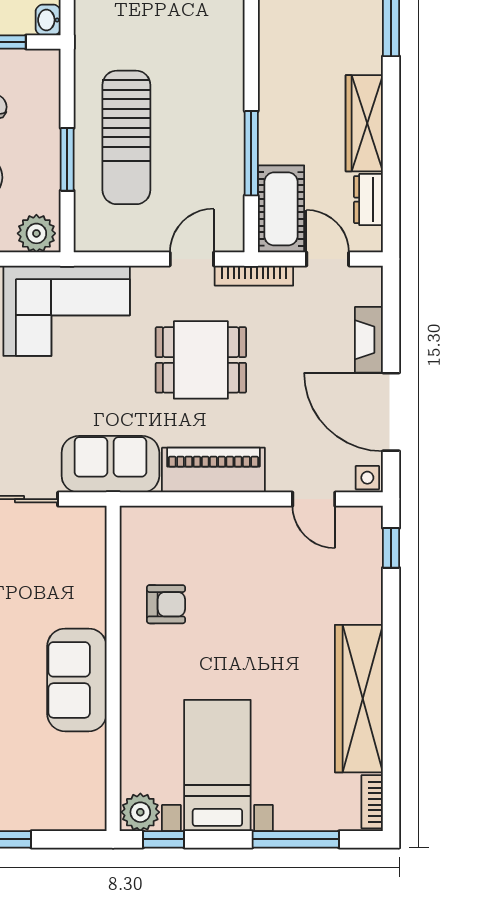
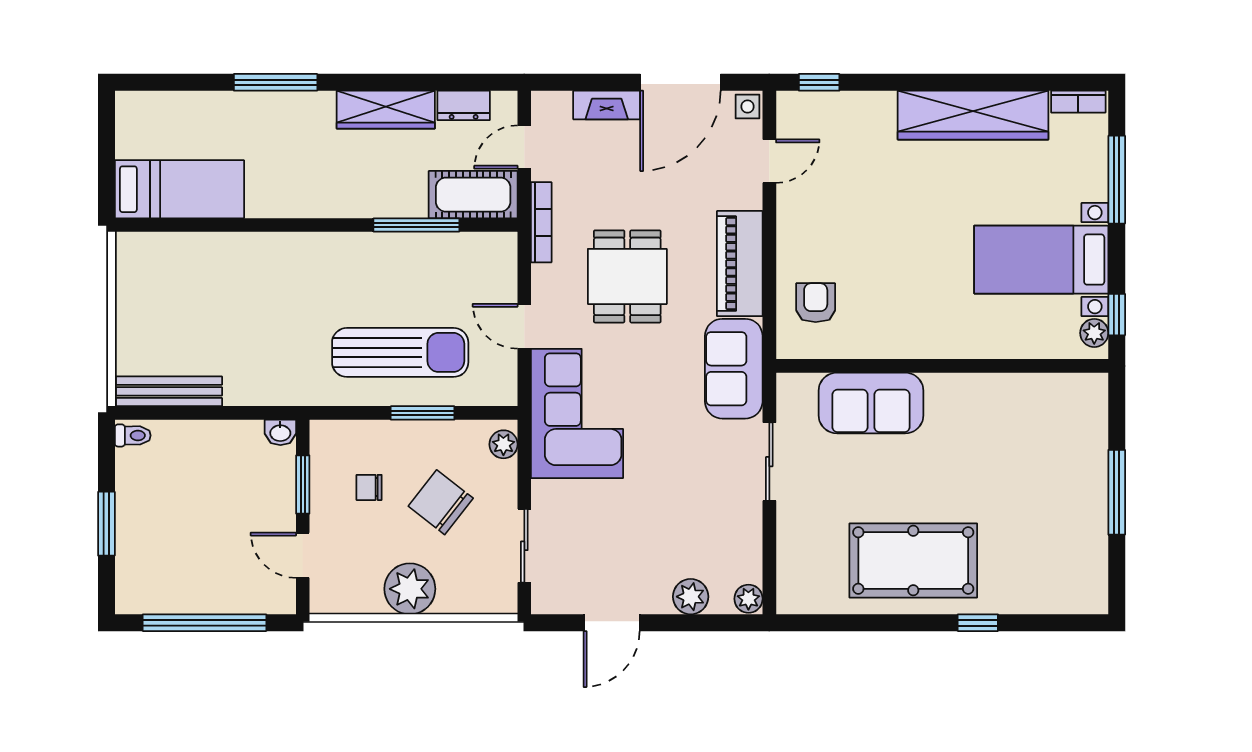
plant: (36, 233) -> (503, 444), width x0.73, depth x0.73
door: (192, 259) -> (524, 326), moved
armchair: (166, 604) -> (816, 303), moved
sofa: (77, 680) -> (871, 403), moved
plant: (140, 812) -> (1094, 333), width x0.73, depth x0.73

